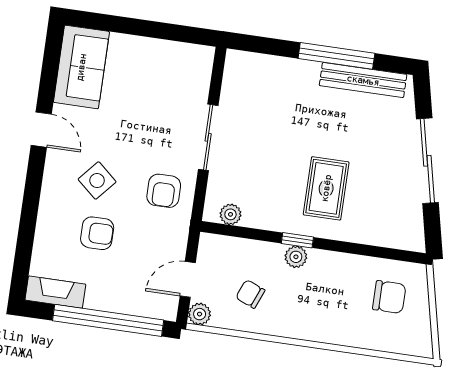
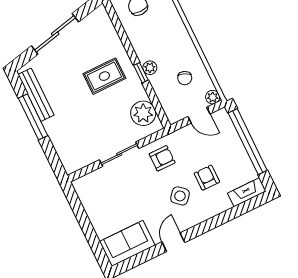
plant: (230, 214) -> (143, 113), width x1.88, depth x1.88
fireplace: (55, 292) -> (247, 192), moved, turned 90

